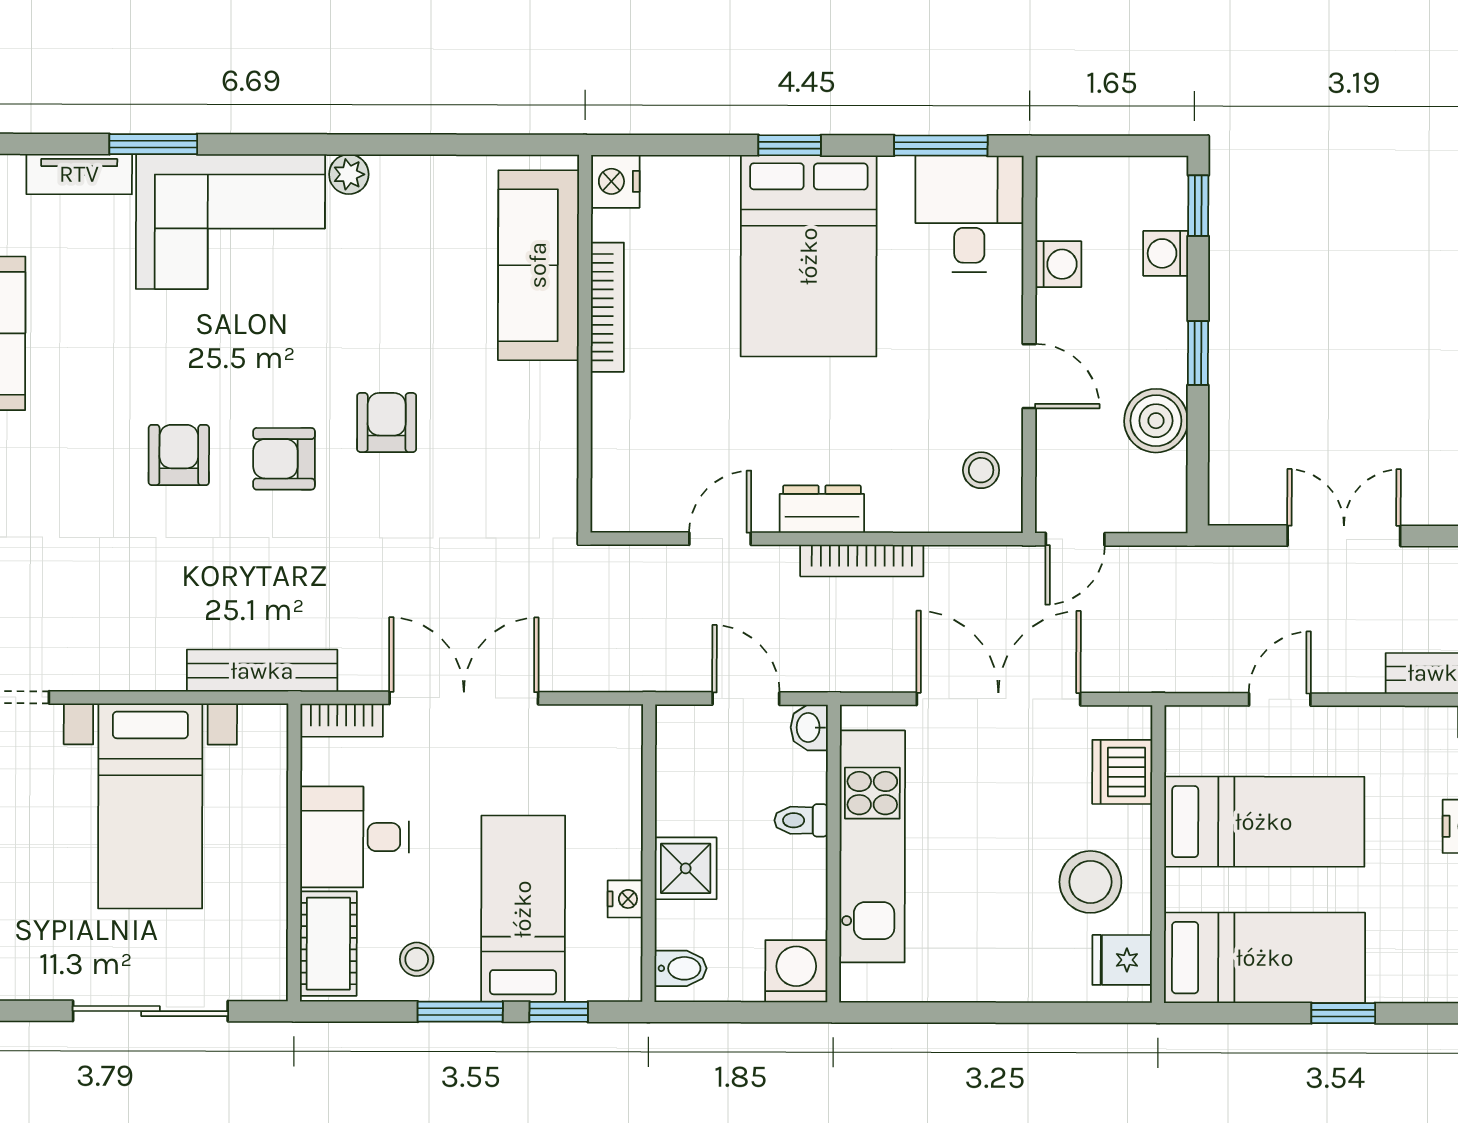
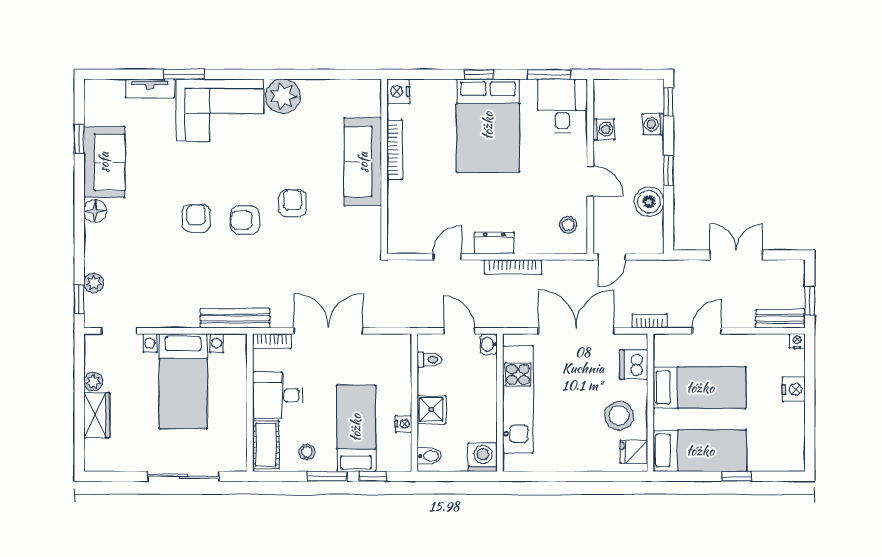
plant: (349, 174) -> (283, 96), width x1.88, depth x1.88
sofa: (538, 265) -> (363, 162), moved
bookcase: (1157, 678) -> (650, 321), added
toilet: (801, 820) -> (429, 360), moved, turned 180

